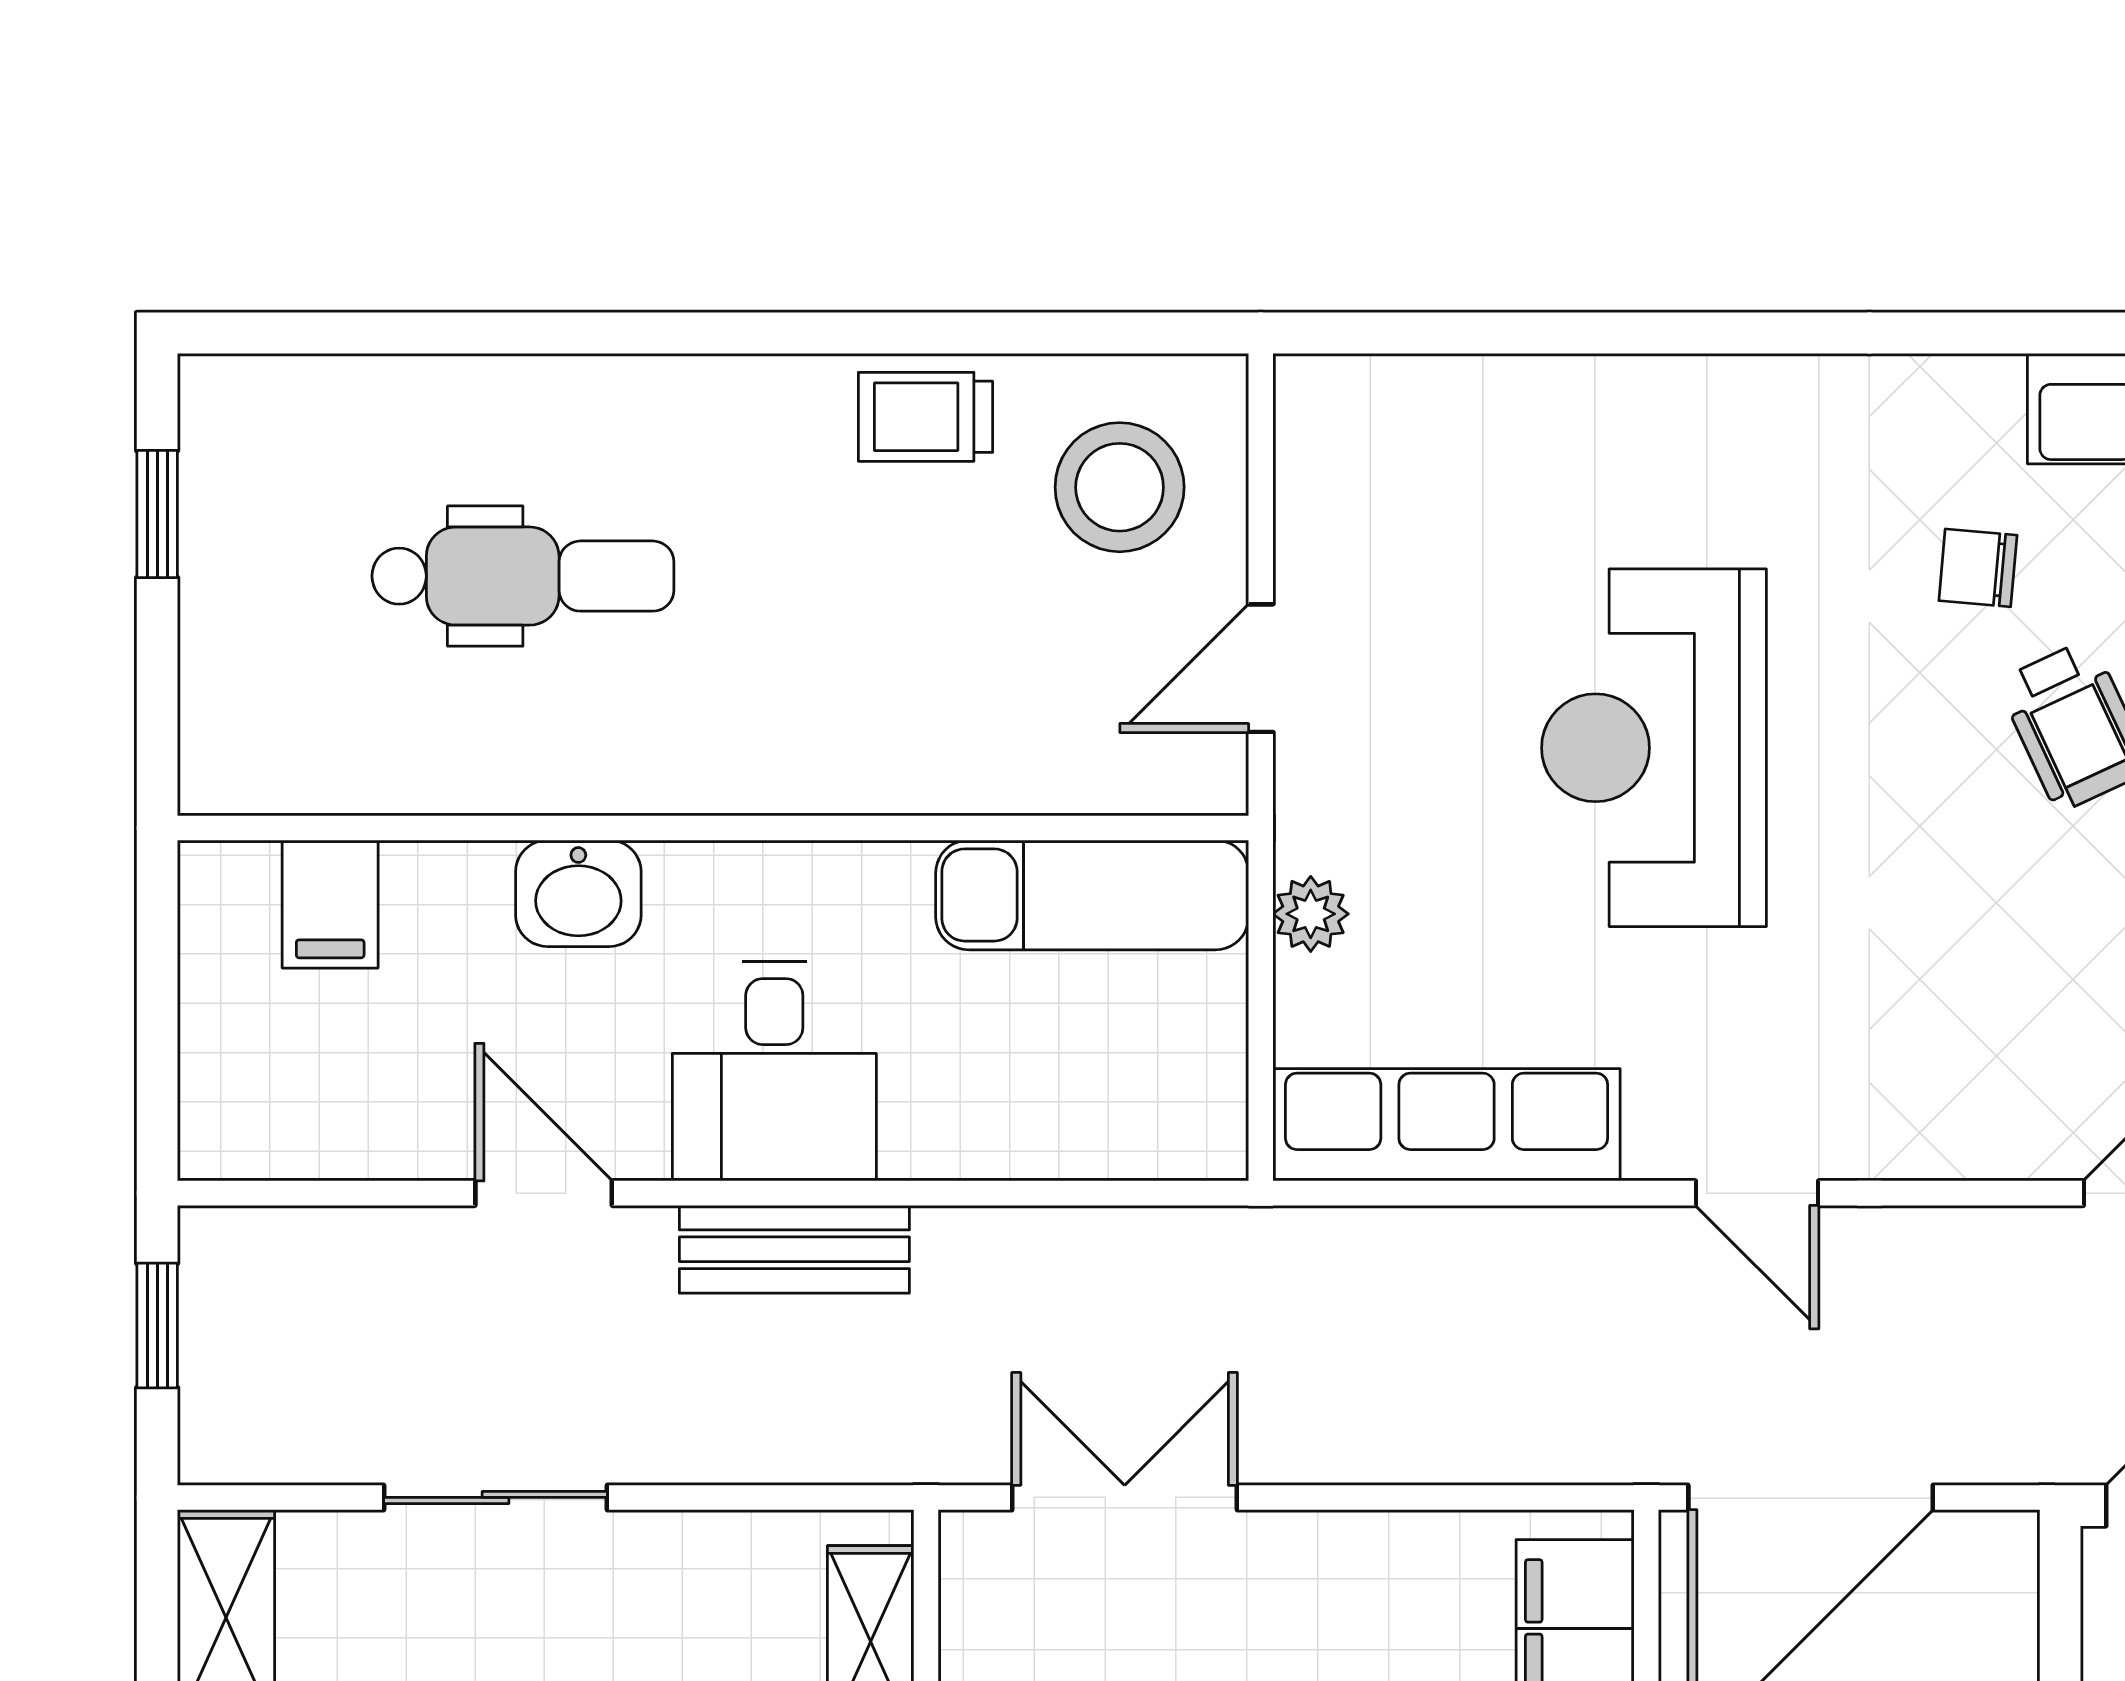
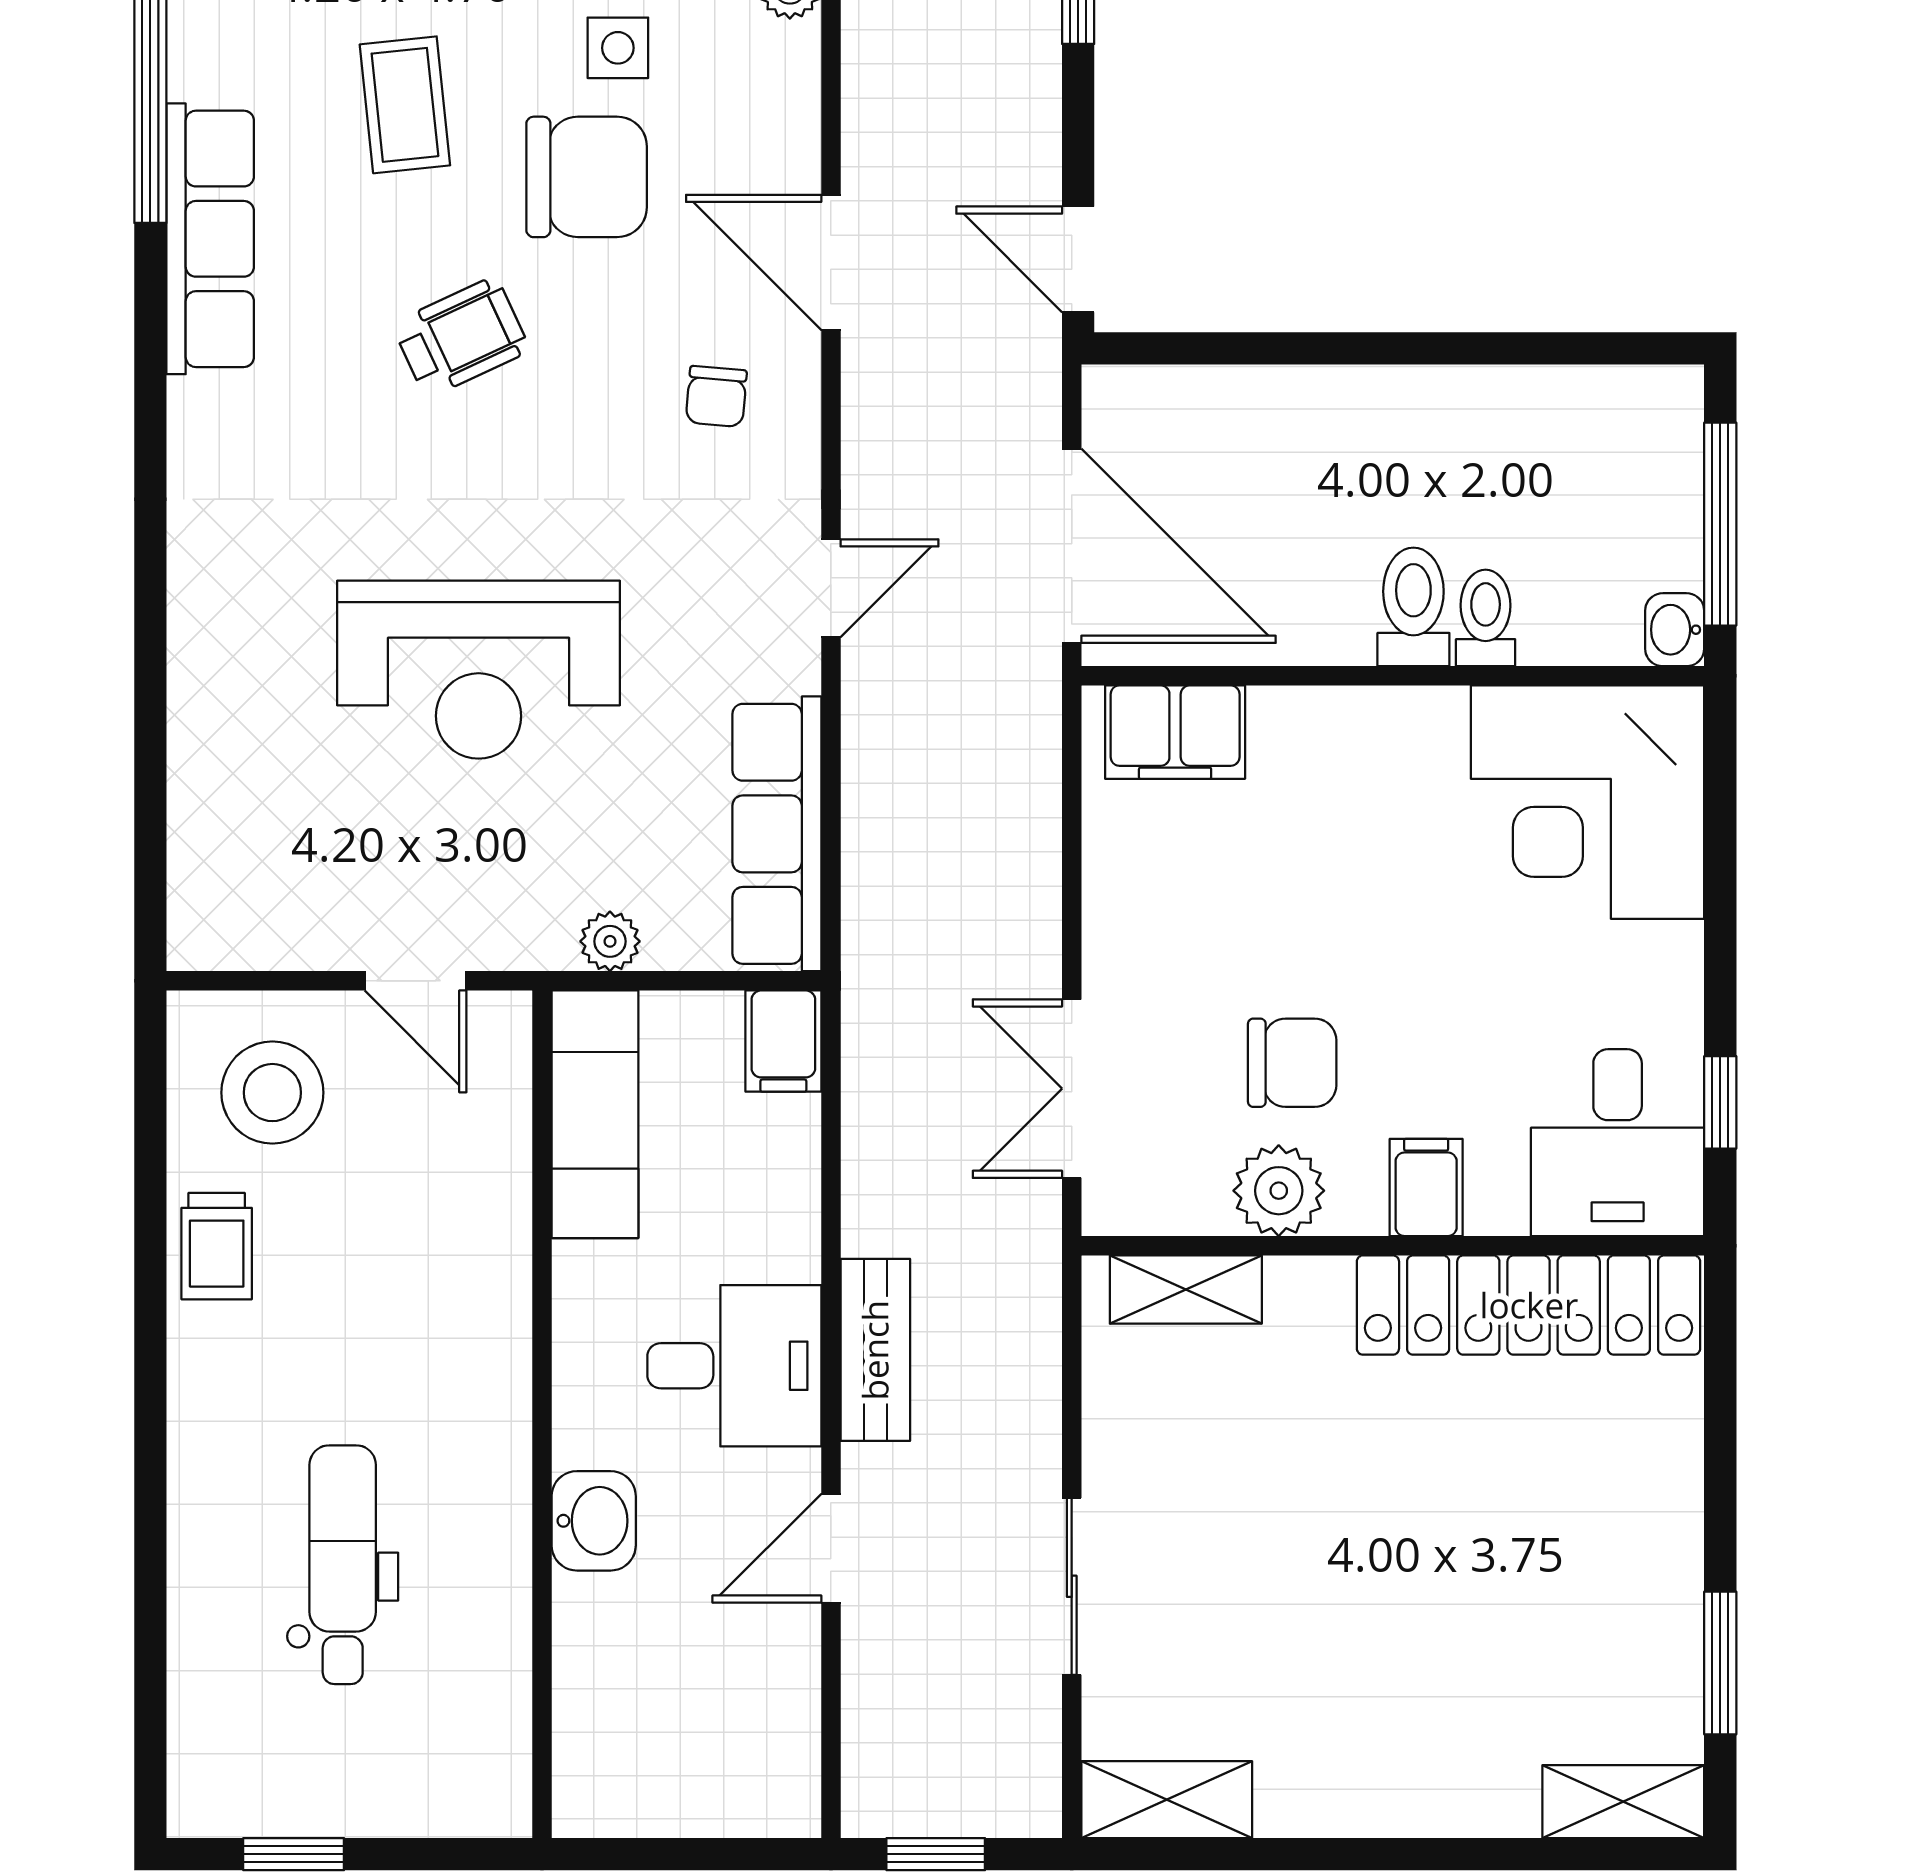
chair: (1978, 568) -> (716, 396), moved
filing cabinet: (330, 904) -> (783, 1041), moved, turned 90

